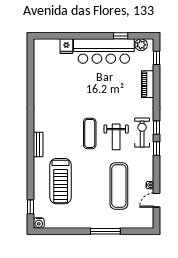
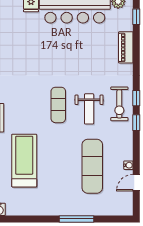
exercise bike: (142, 133) -> (119, 104), turned 180
treadmill: (61, 181) -> (24, 161), turned 180

